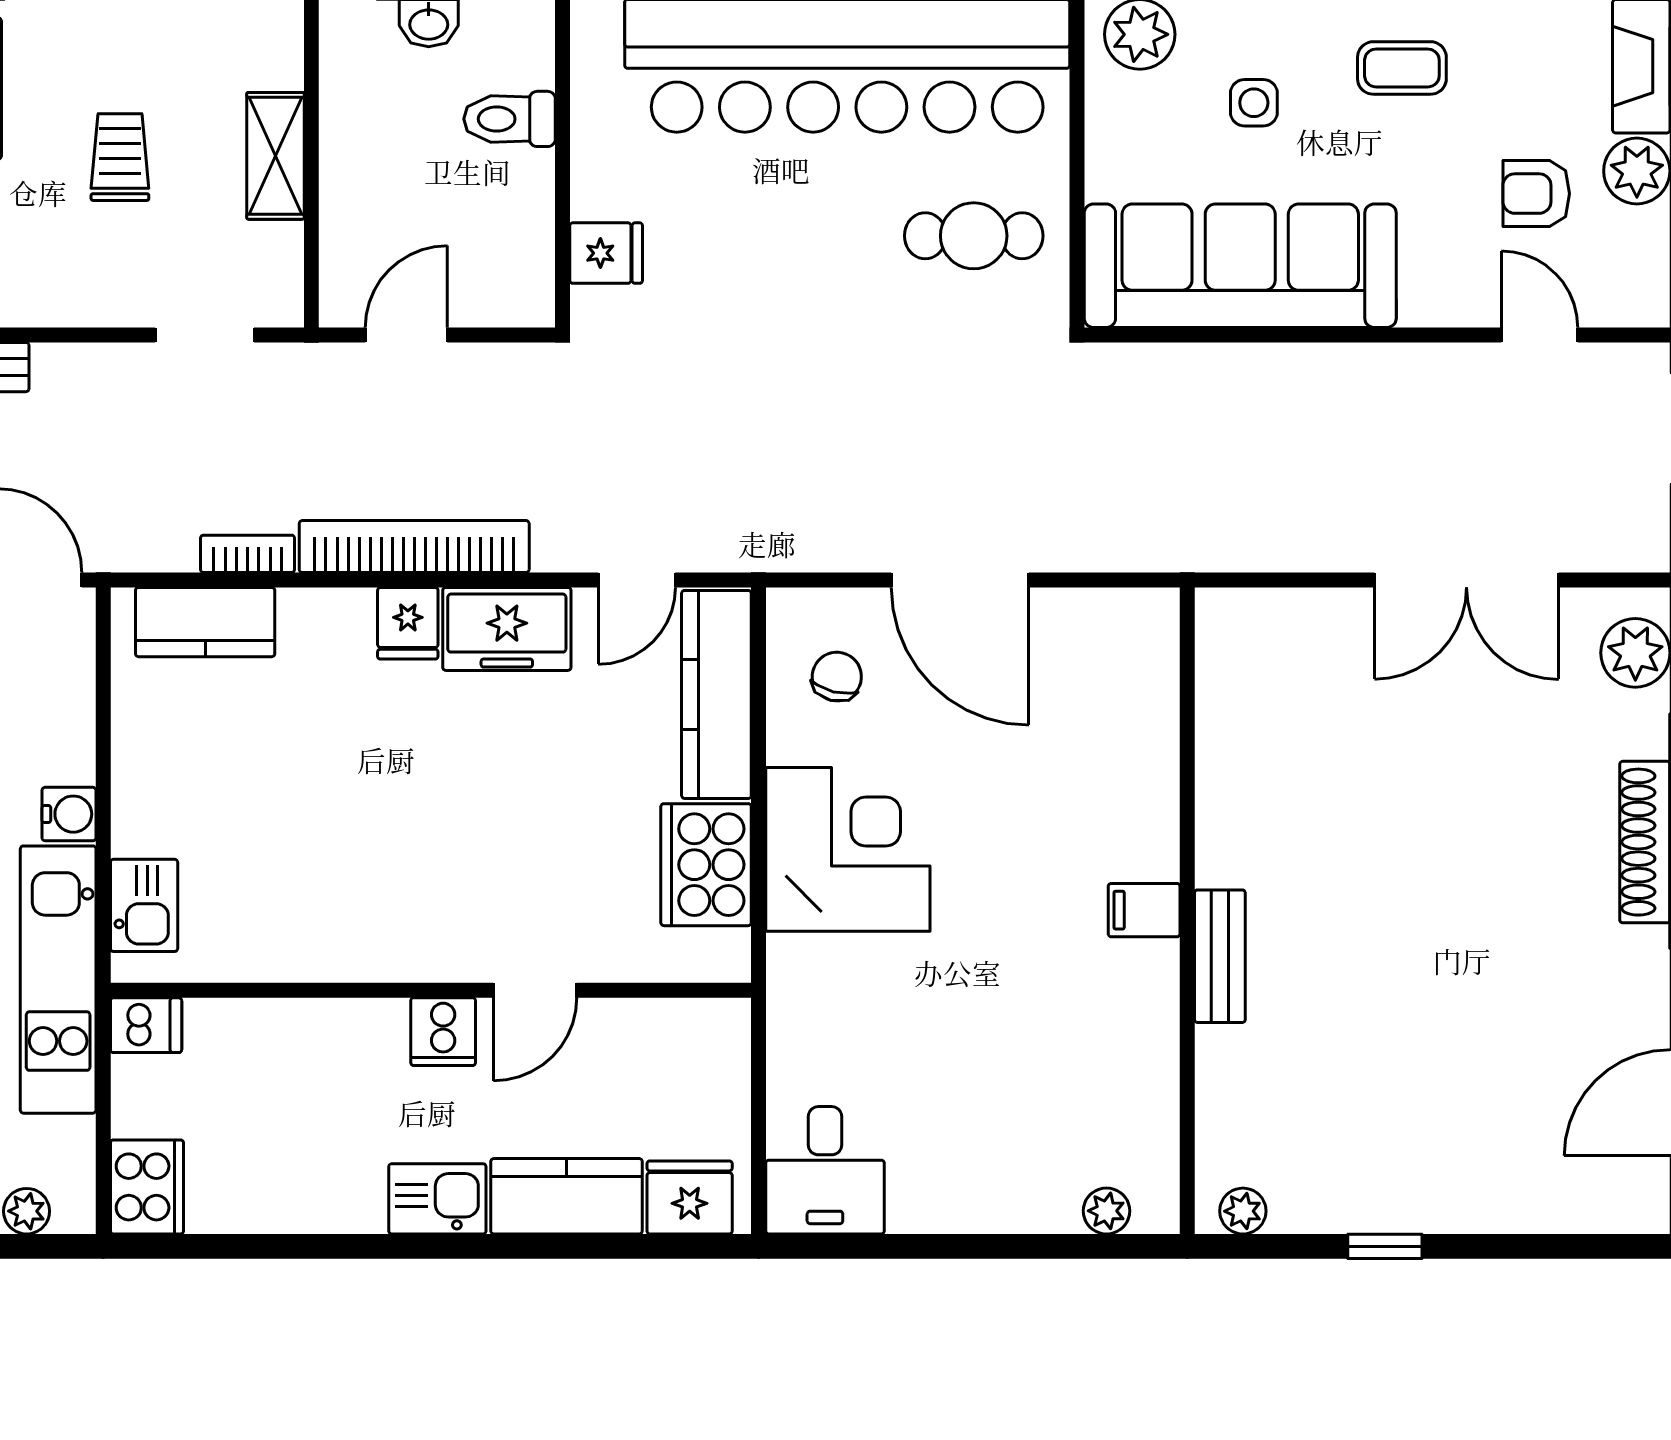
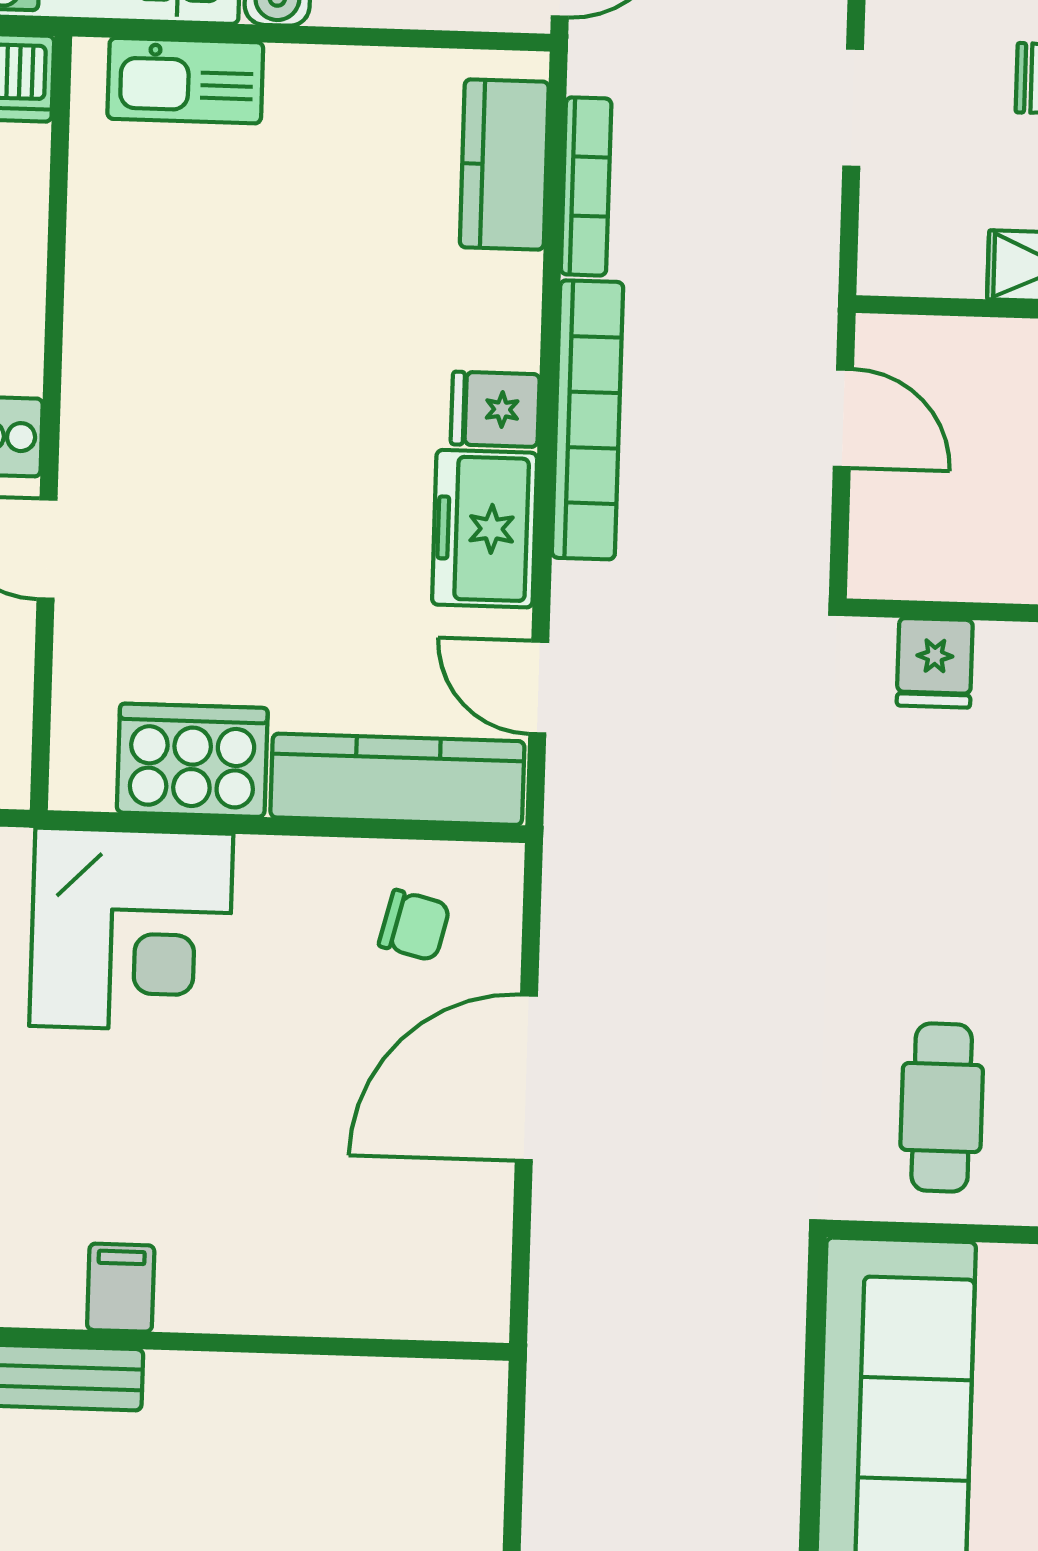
doorway: (205, 335) -> (853, 108), moved
bookcase: (248, 554) -> (586, 186), width x1.56
corner desk: (848, 849) -> (131, 930), moved
kitchen sink: (144, 905) -> (185, 81), width x1.38

